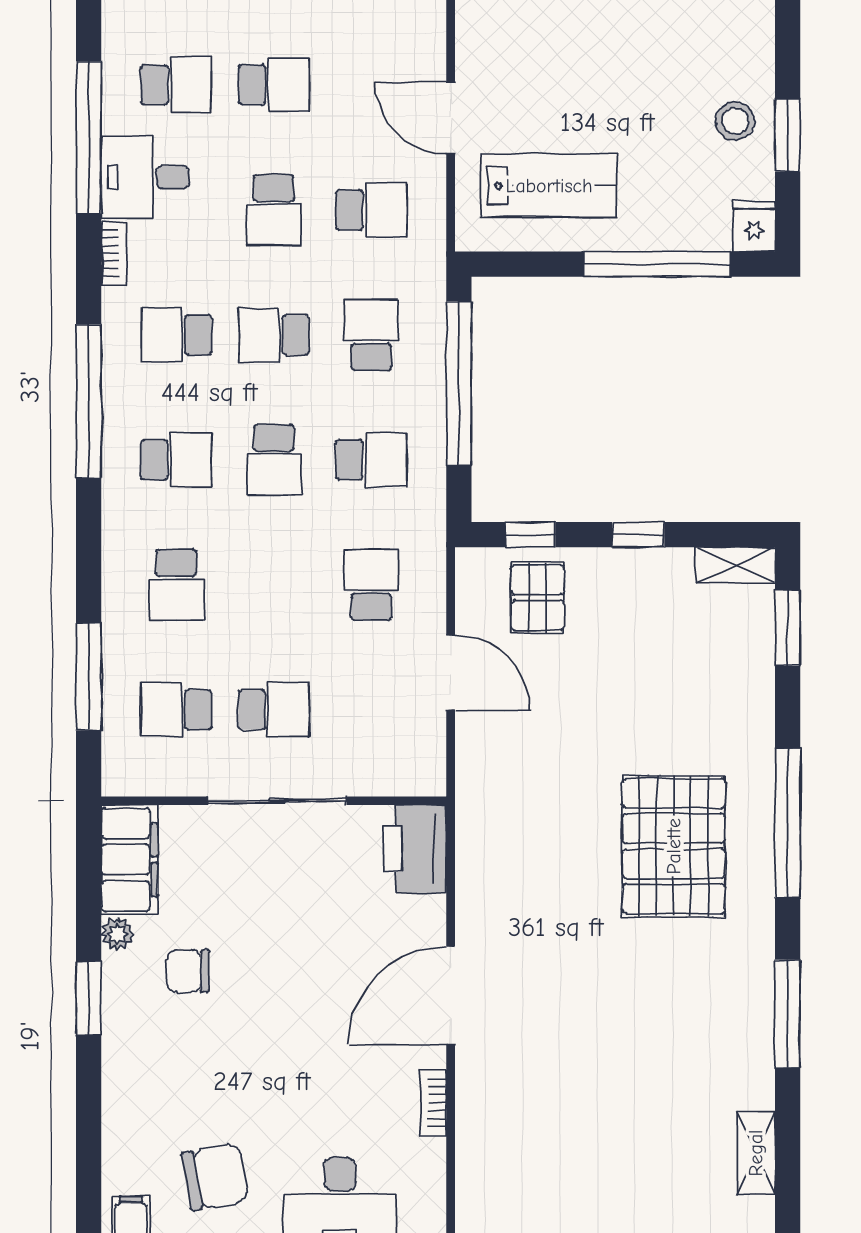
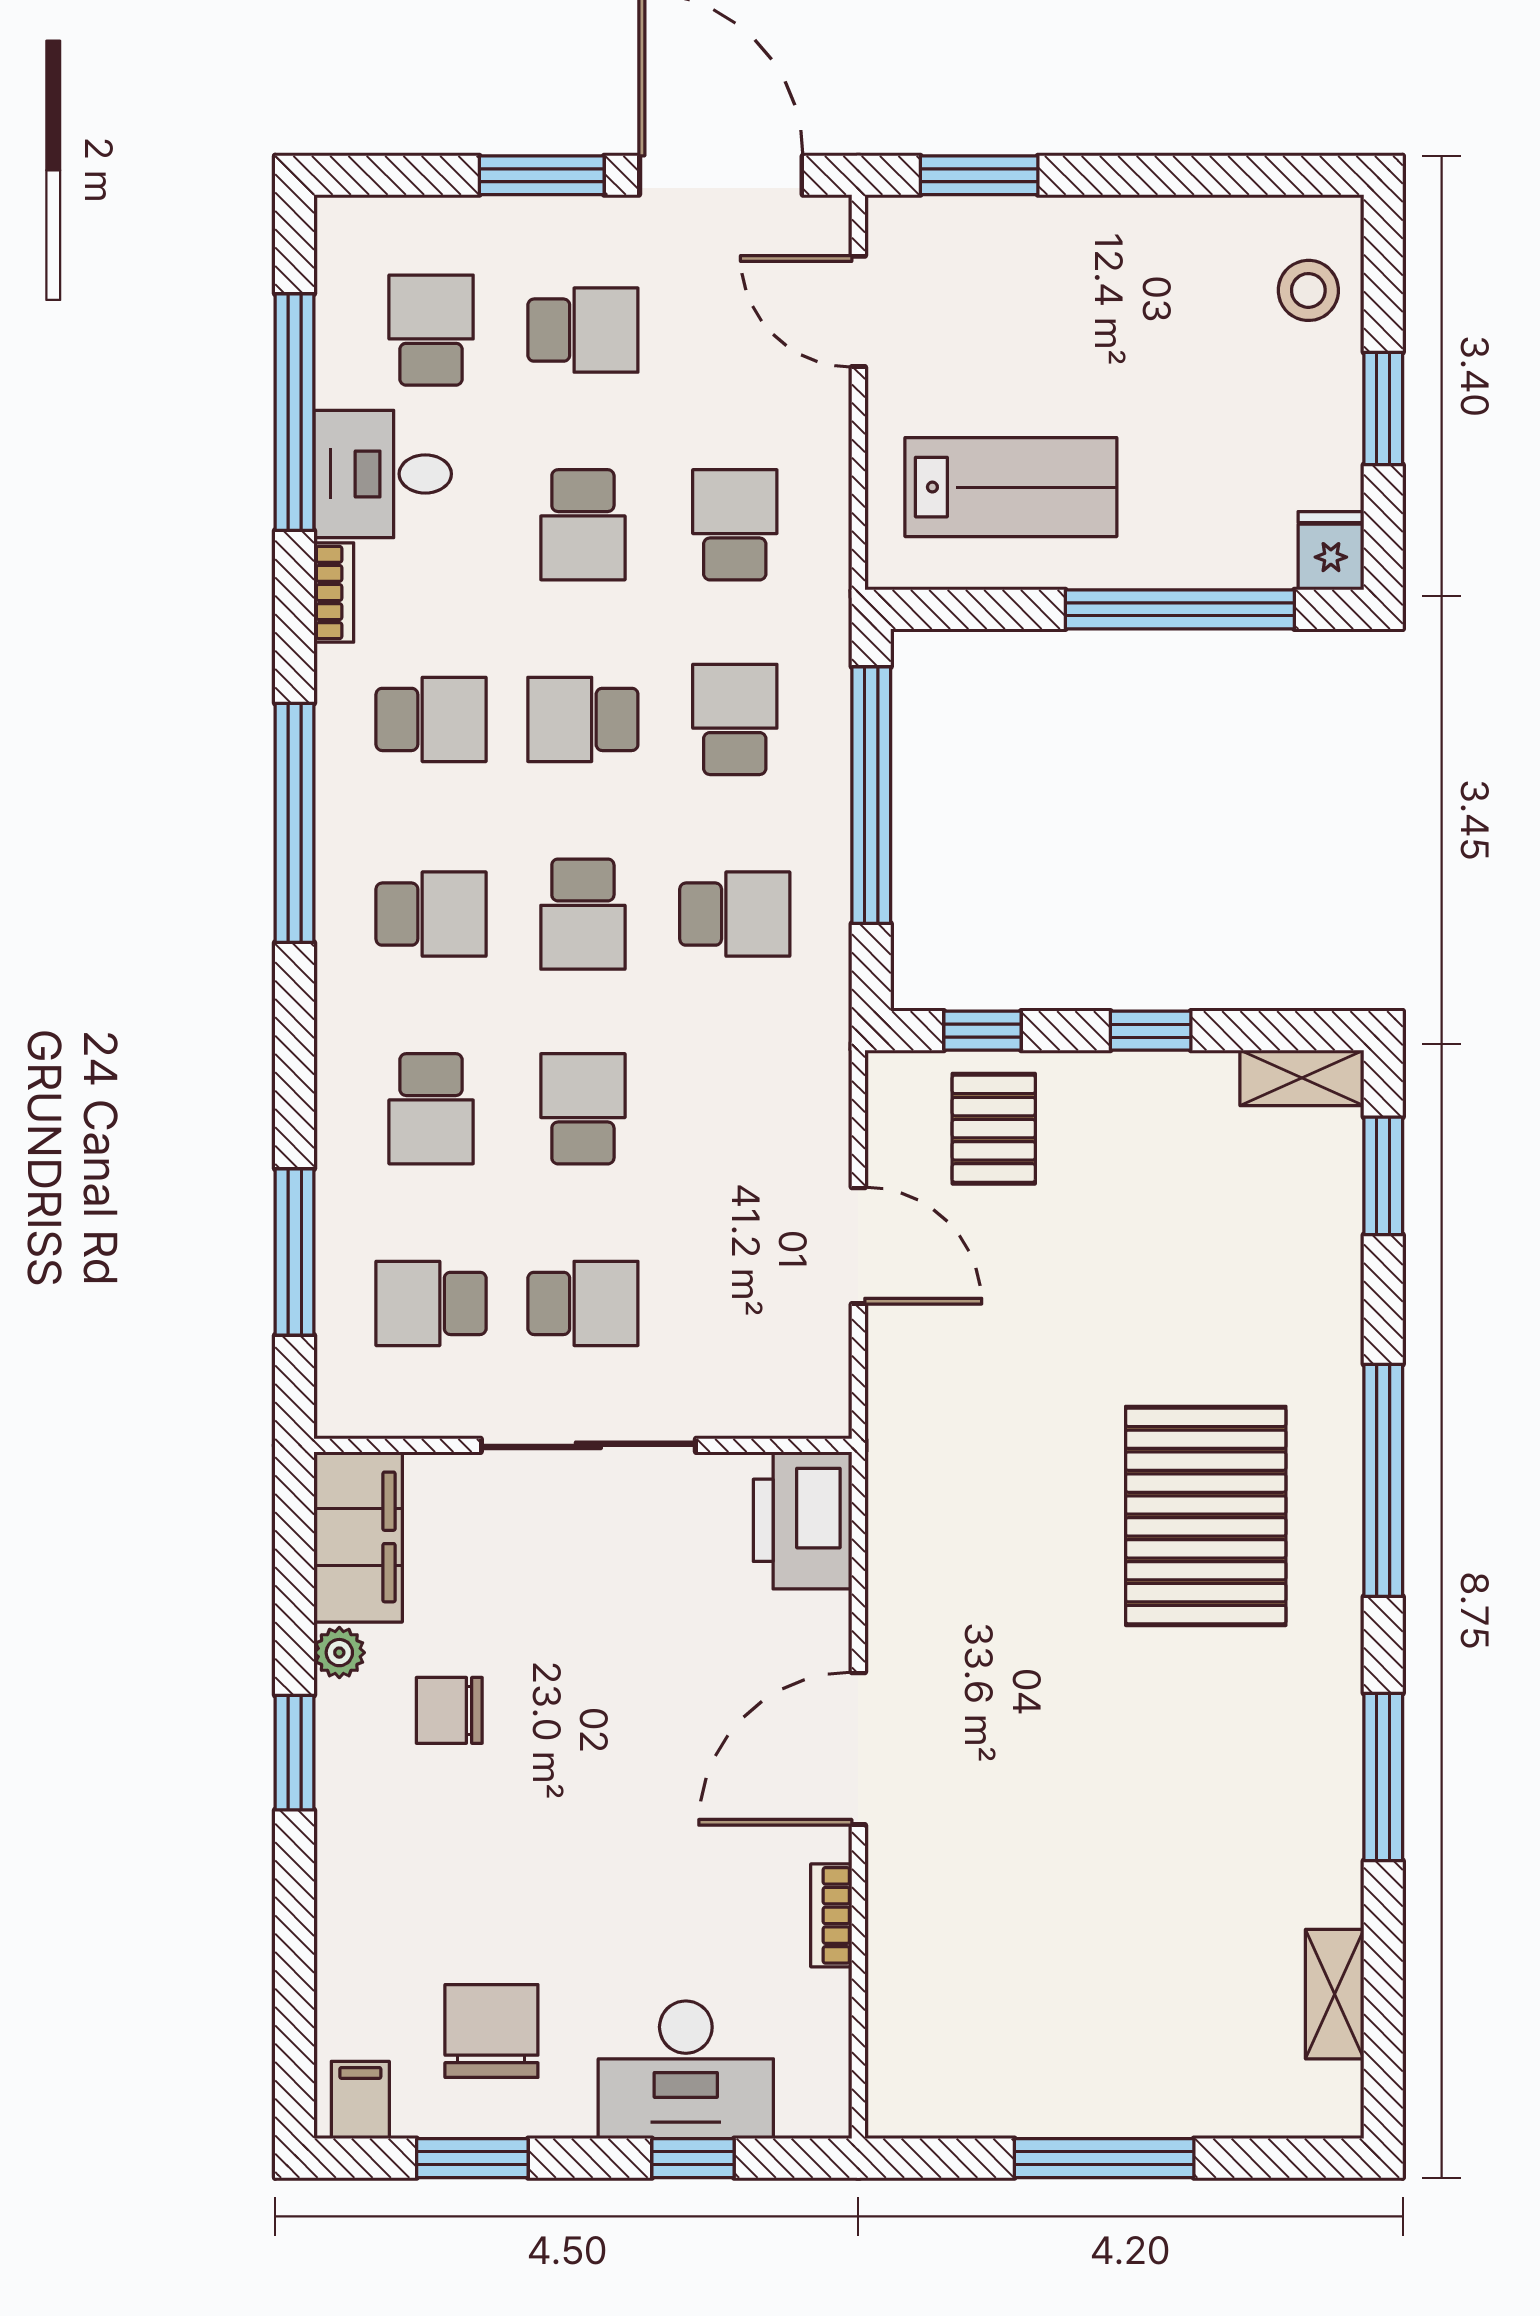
school desk: (176, 85) -> (431, 330), turned -90
door: (451, 118) -> (858, 311), moved
stool: (735, 121) -> (1308, 290), moved
school desk: (371, 210) -> (735, 525), turned -90
school desk: (176, 335) -> (431, 719), turned 180
school desk: (371, 585) -> (583, 1109), moved
chair: (215, 1177) -> (491, 2031), turned -80

